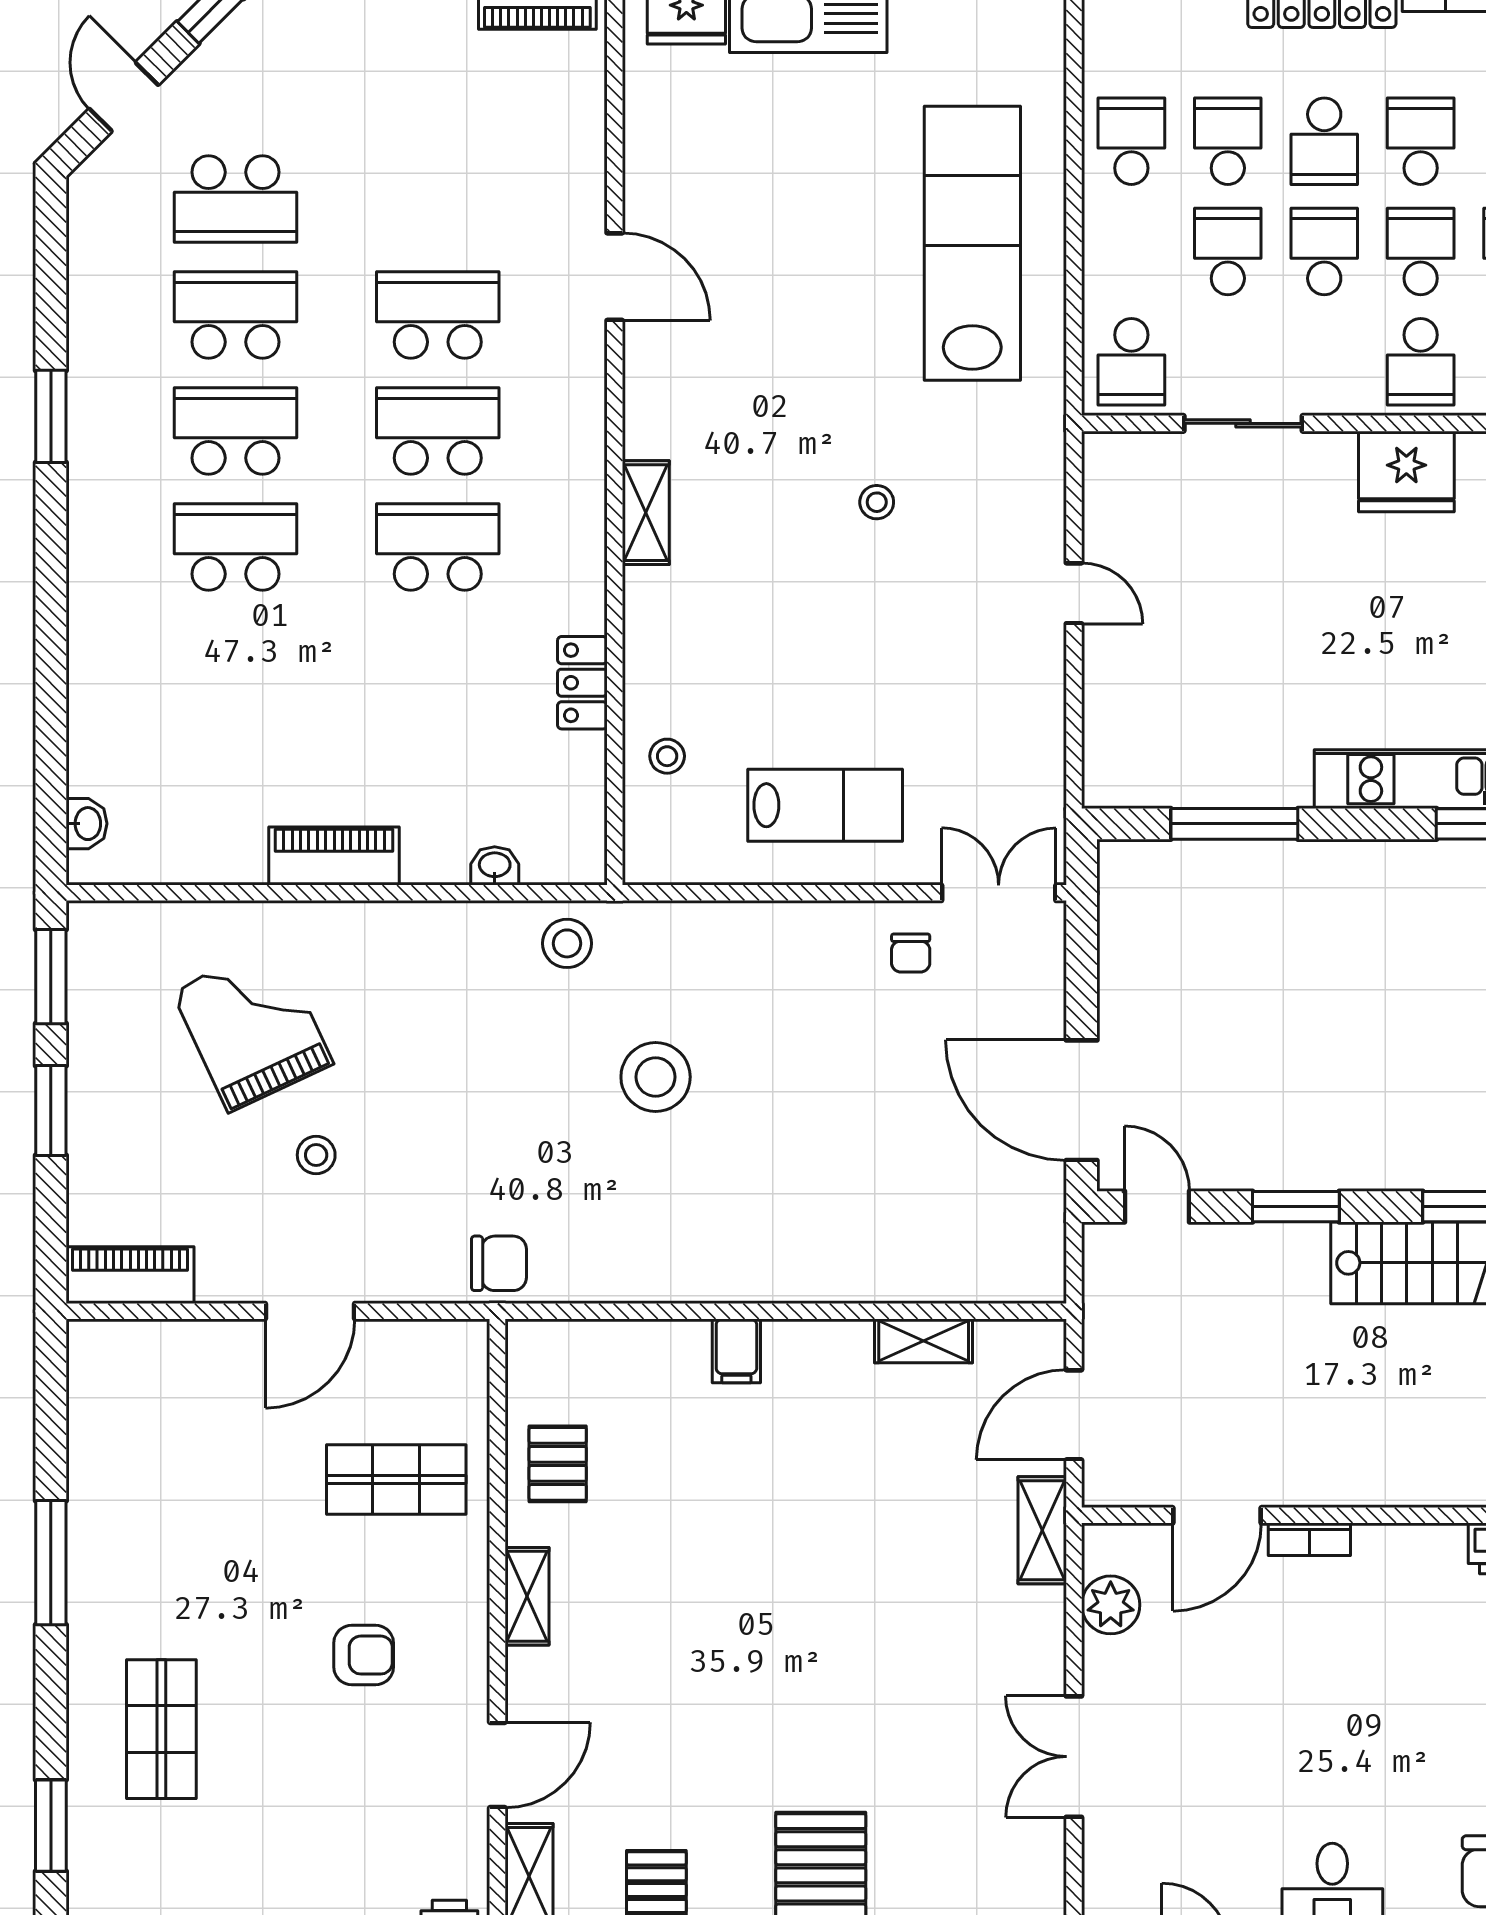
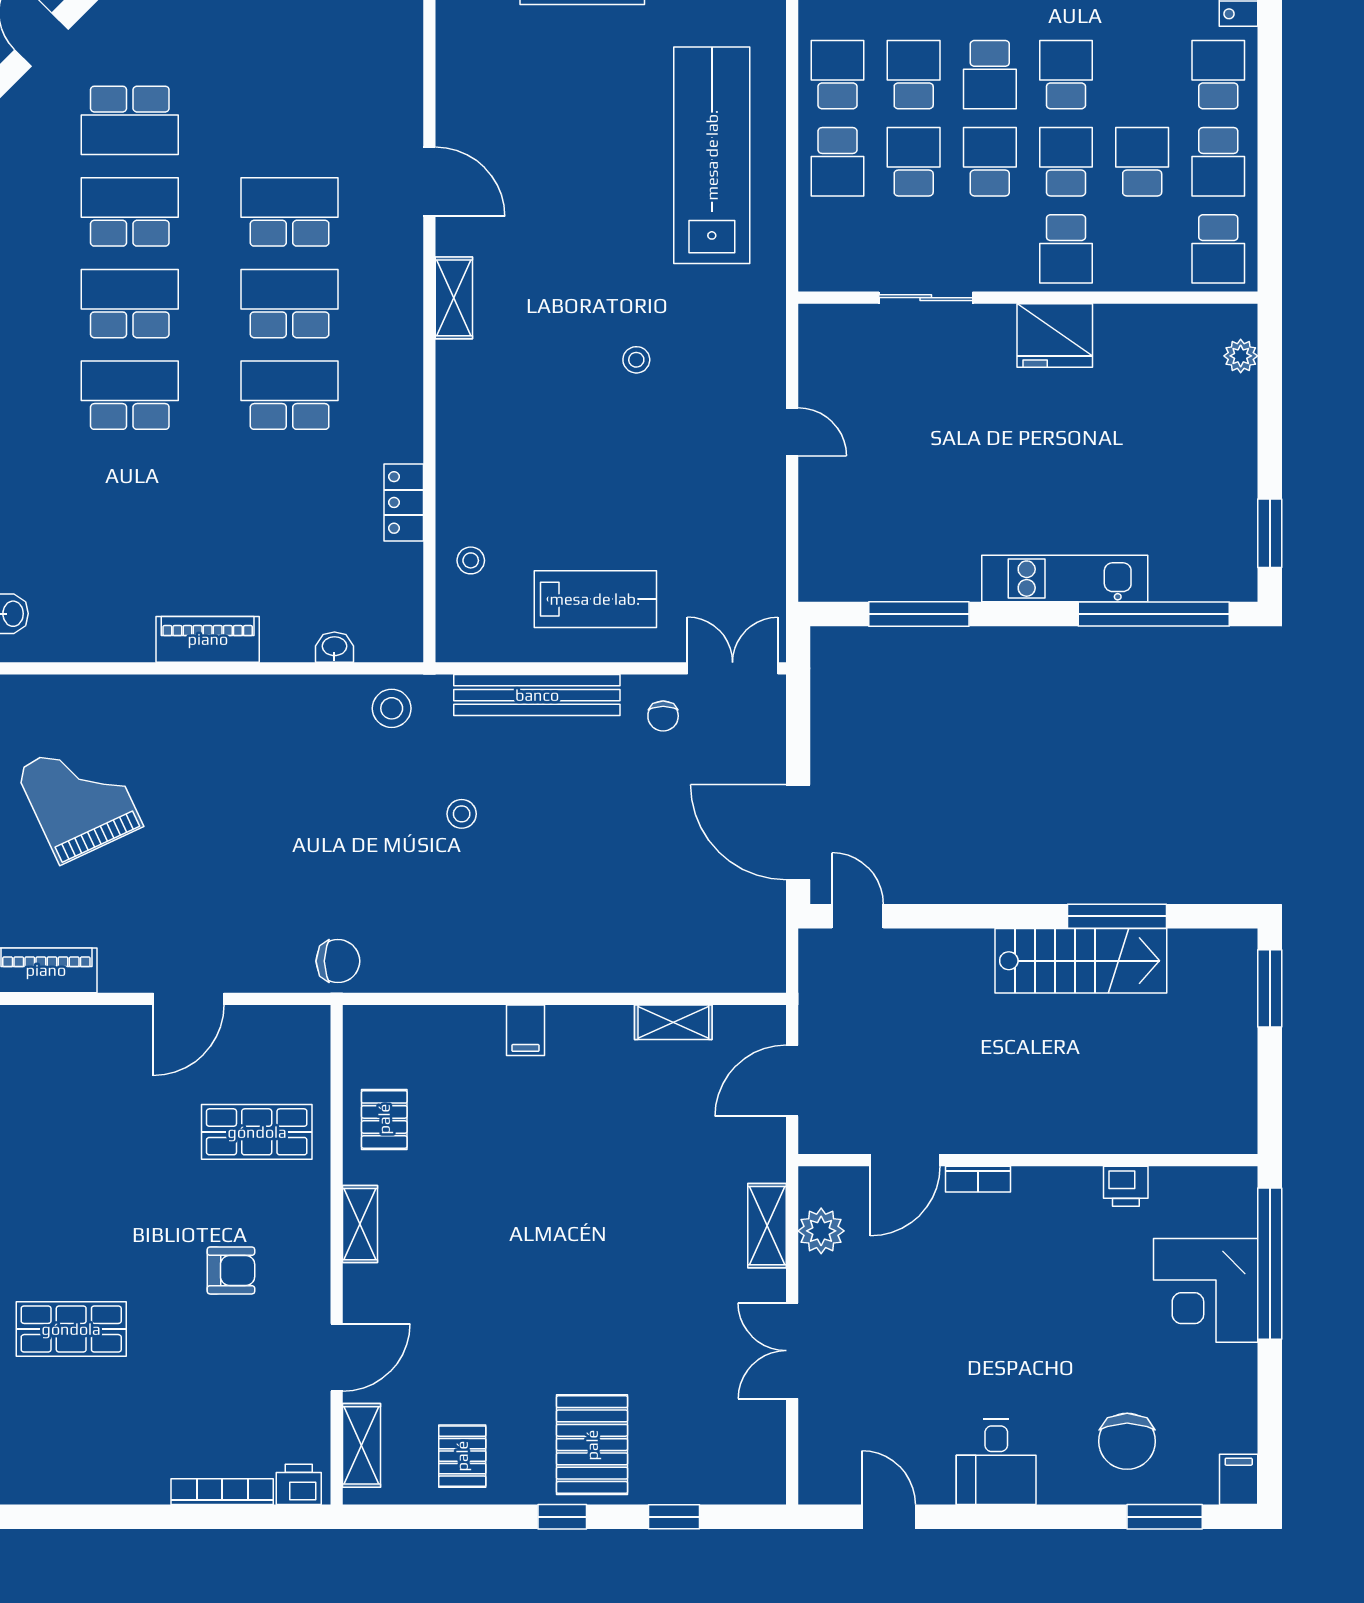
school desk: (1131, 362) -> (837, 162), moved
shelving: (646, 513) -> (454, 298), moved
bench: (751, 927) -> (537, 695), added
grand piano: (253, 1027) -> (79, 798), moved
stool: (656, 1077) -> (462, 814), width x0.53, depth x0.53
stool: (316, 1155) -> (193, 875), removed
window: (1296, 1207) -> (967, 916), removed
shelving: (1042, 1530) -> (767, 1226), moved
shop shelf: (161, 1729) -> (71, 1329), turned 90

